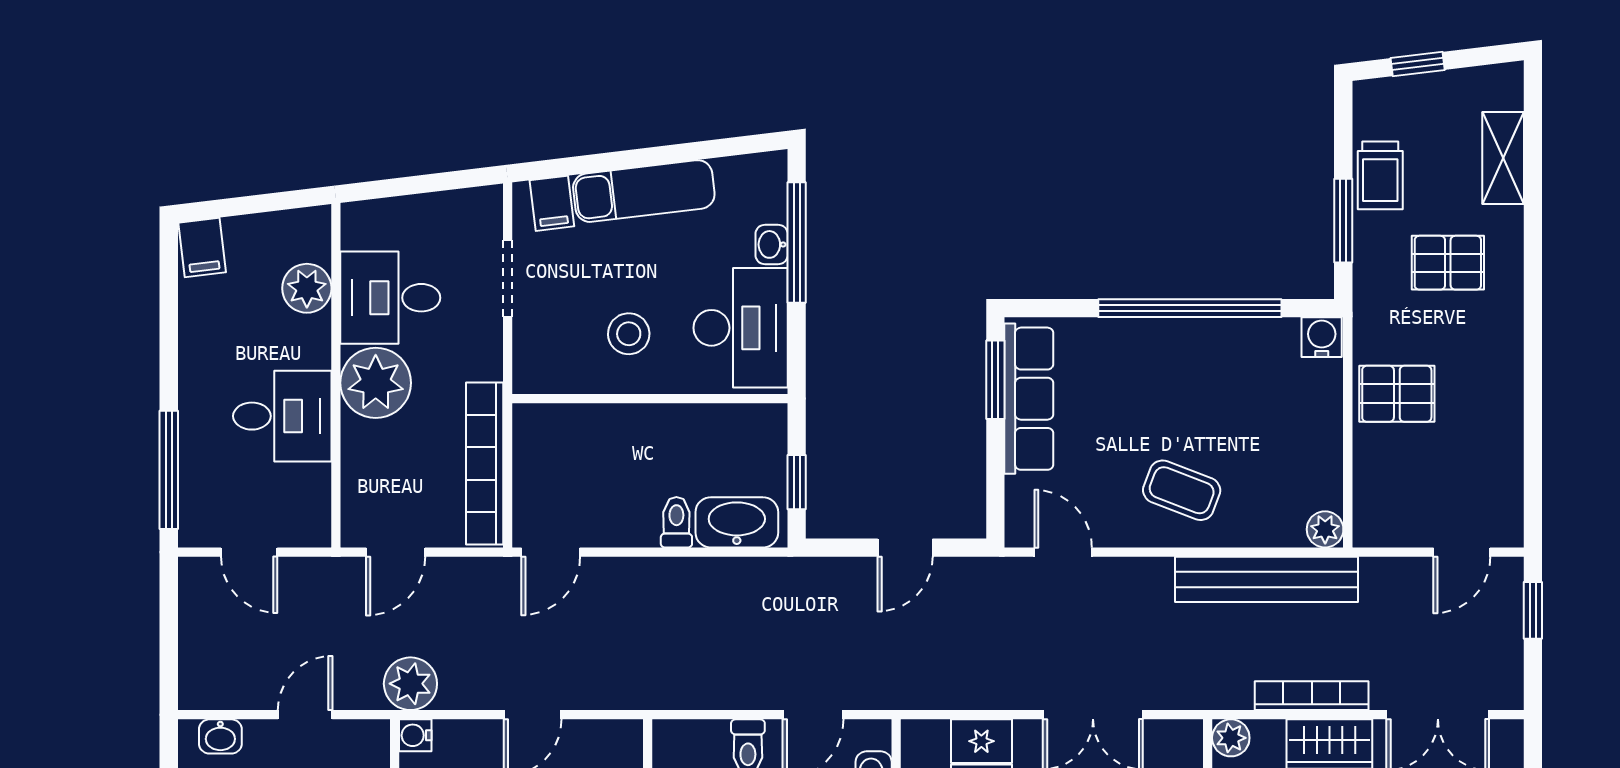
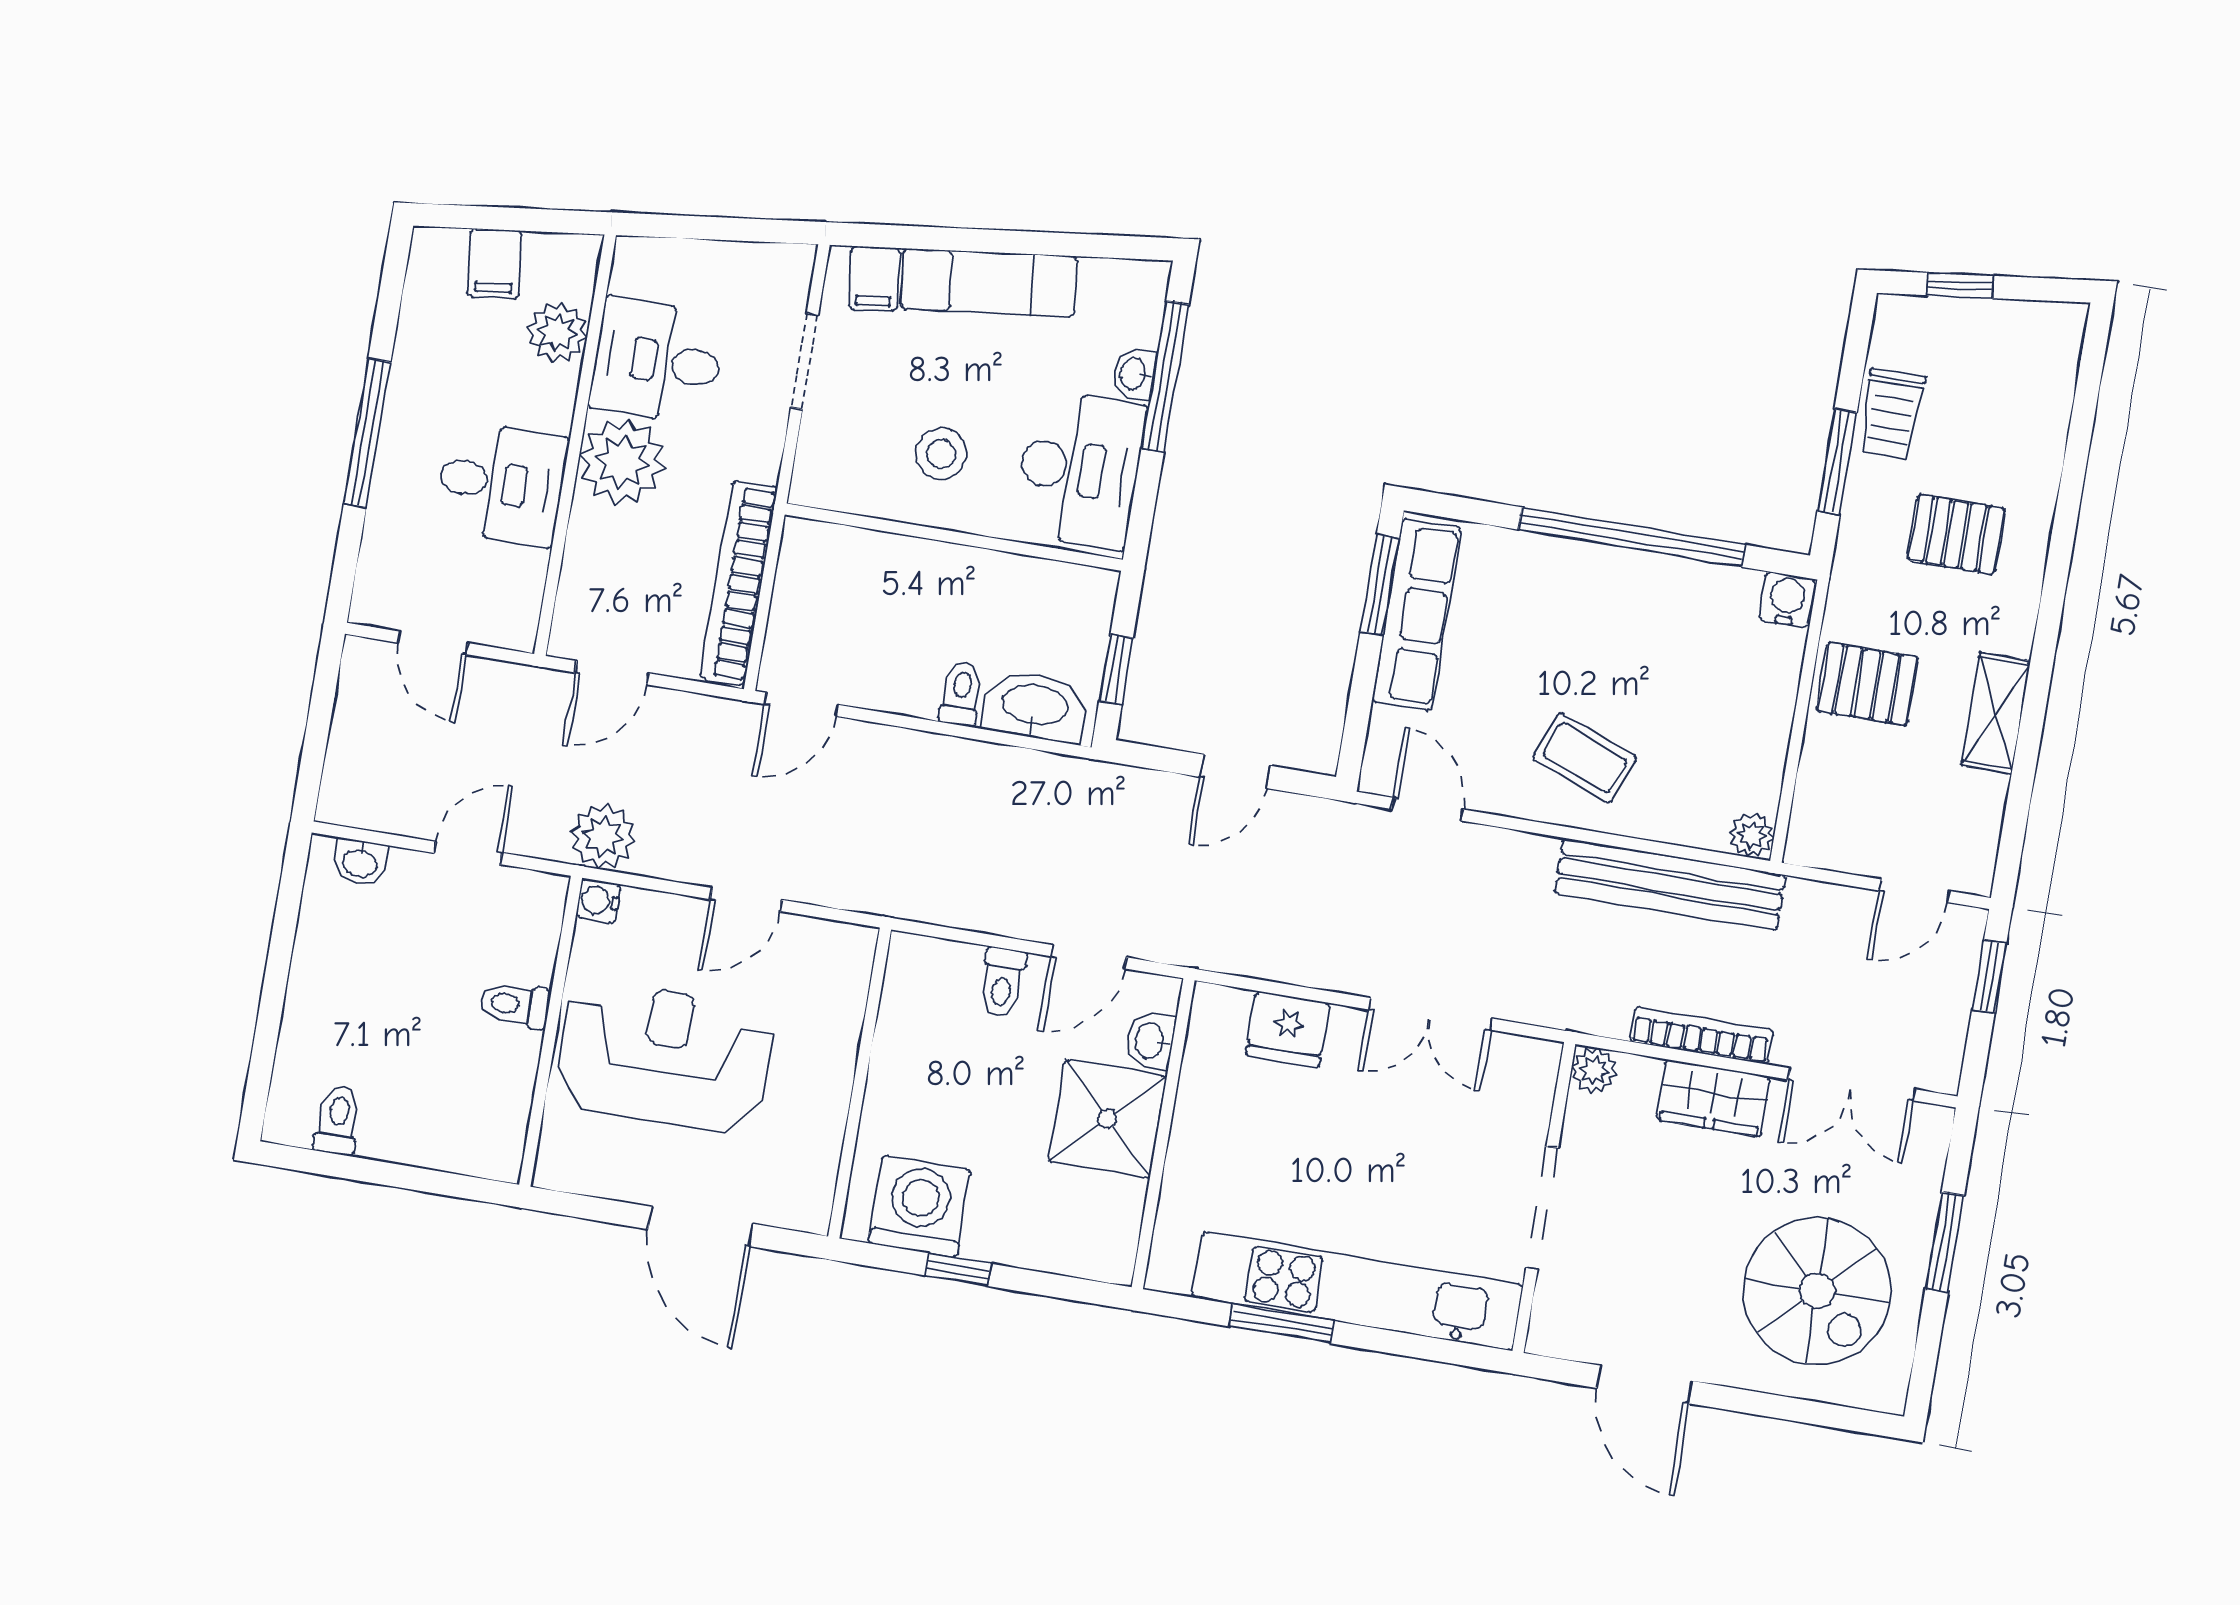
shelving: (1503, 158) -> (1996, 713), moved
filing cabinet: (202, 247) -> (494, 264), moved
window: (169, 470) -> (367, 433), moved

